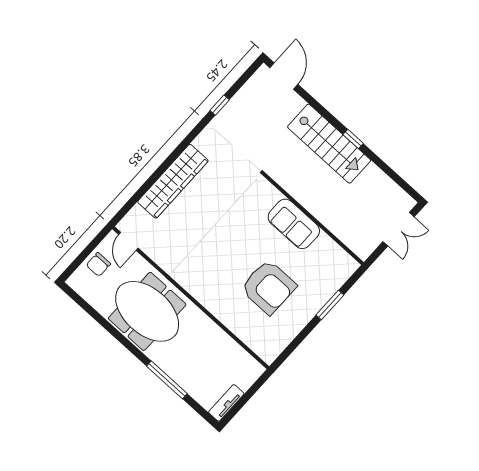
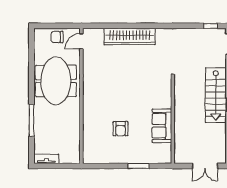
window: (220, 105) -> (210, 26), moved
sofa: (294, 224) -> (162, 126), moved
armchair: (269, 287) -> (120, 129), width x0.53, depth x0.53

